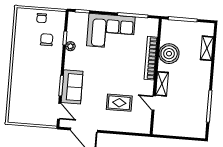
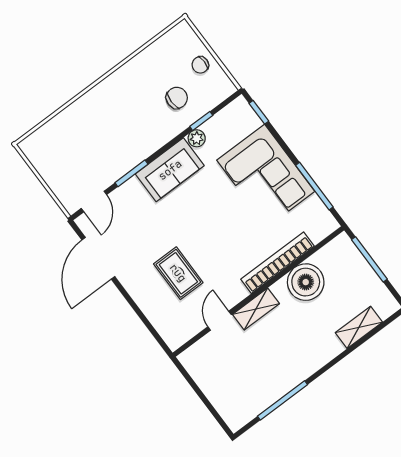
sofa: (72, 87) -> (170, 170), moved

